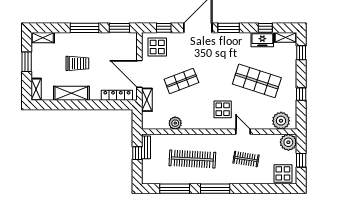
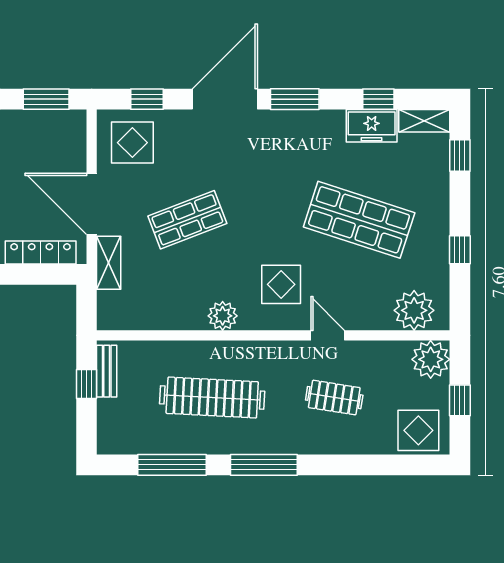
plant: (175, 123) -> (223, 316), moved

